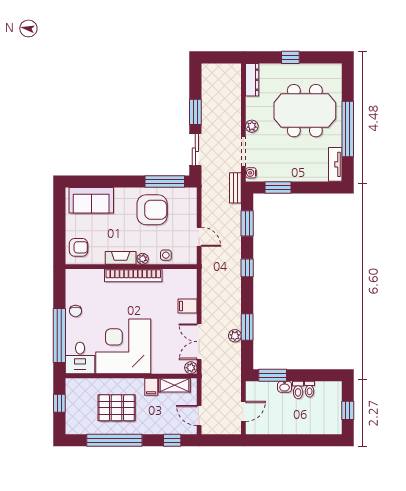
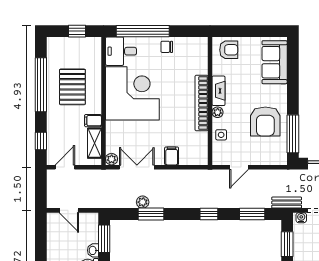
armchair: (78, 247) -> (229, 50), turned -90

